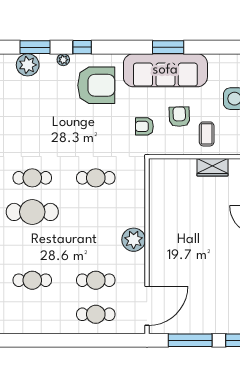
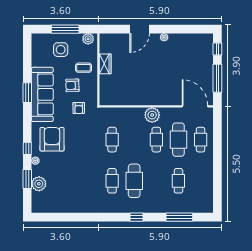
cafe table: (96, 246) -> (156, 140), added
cafe table: (96, 280) -> (178, 140), width x1.37, depth x1.35

